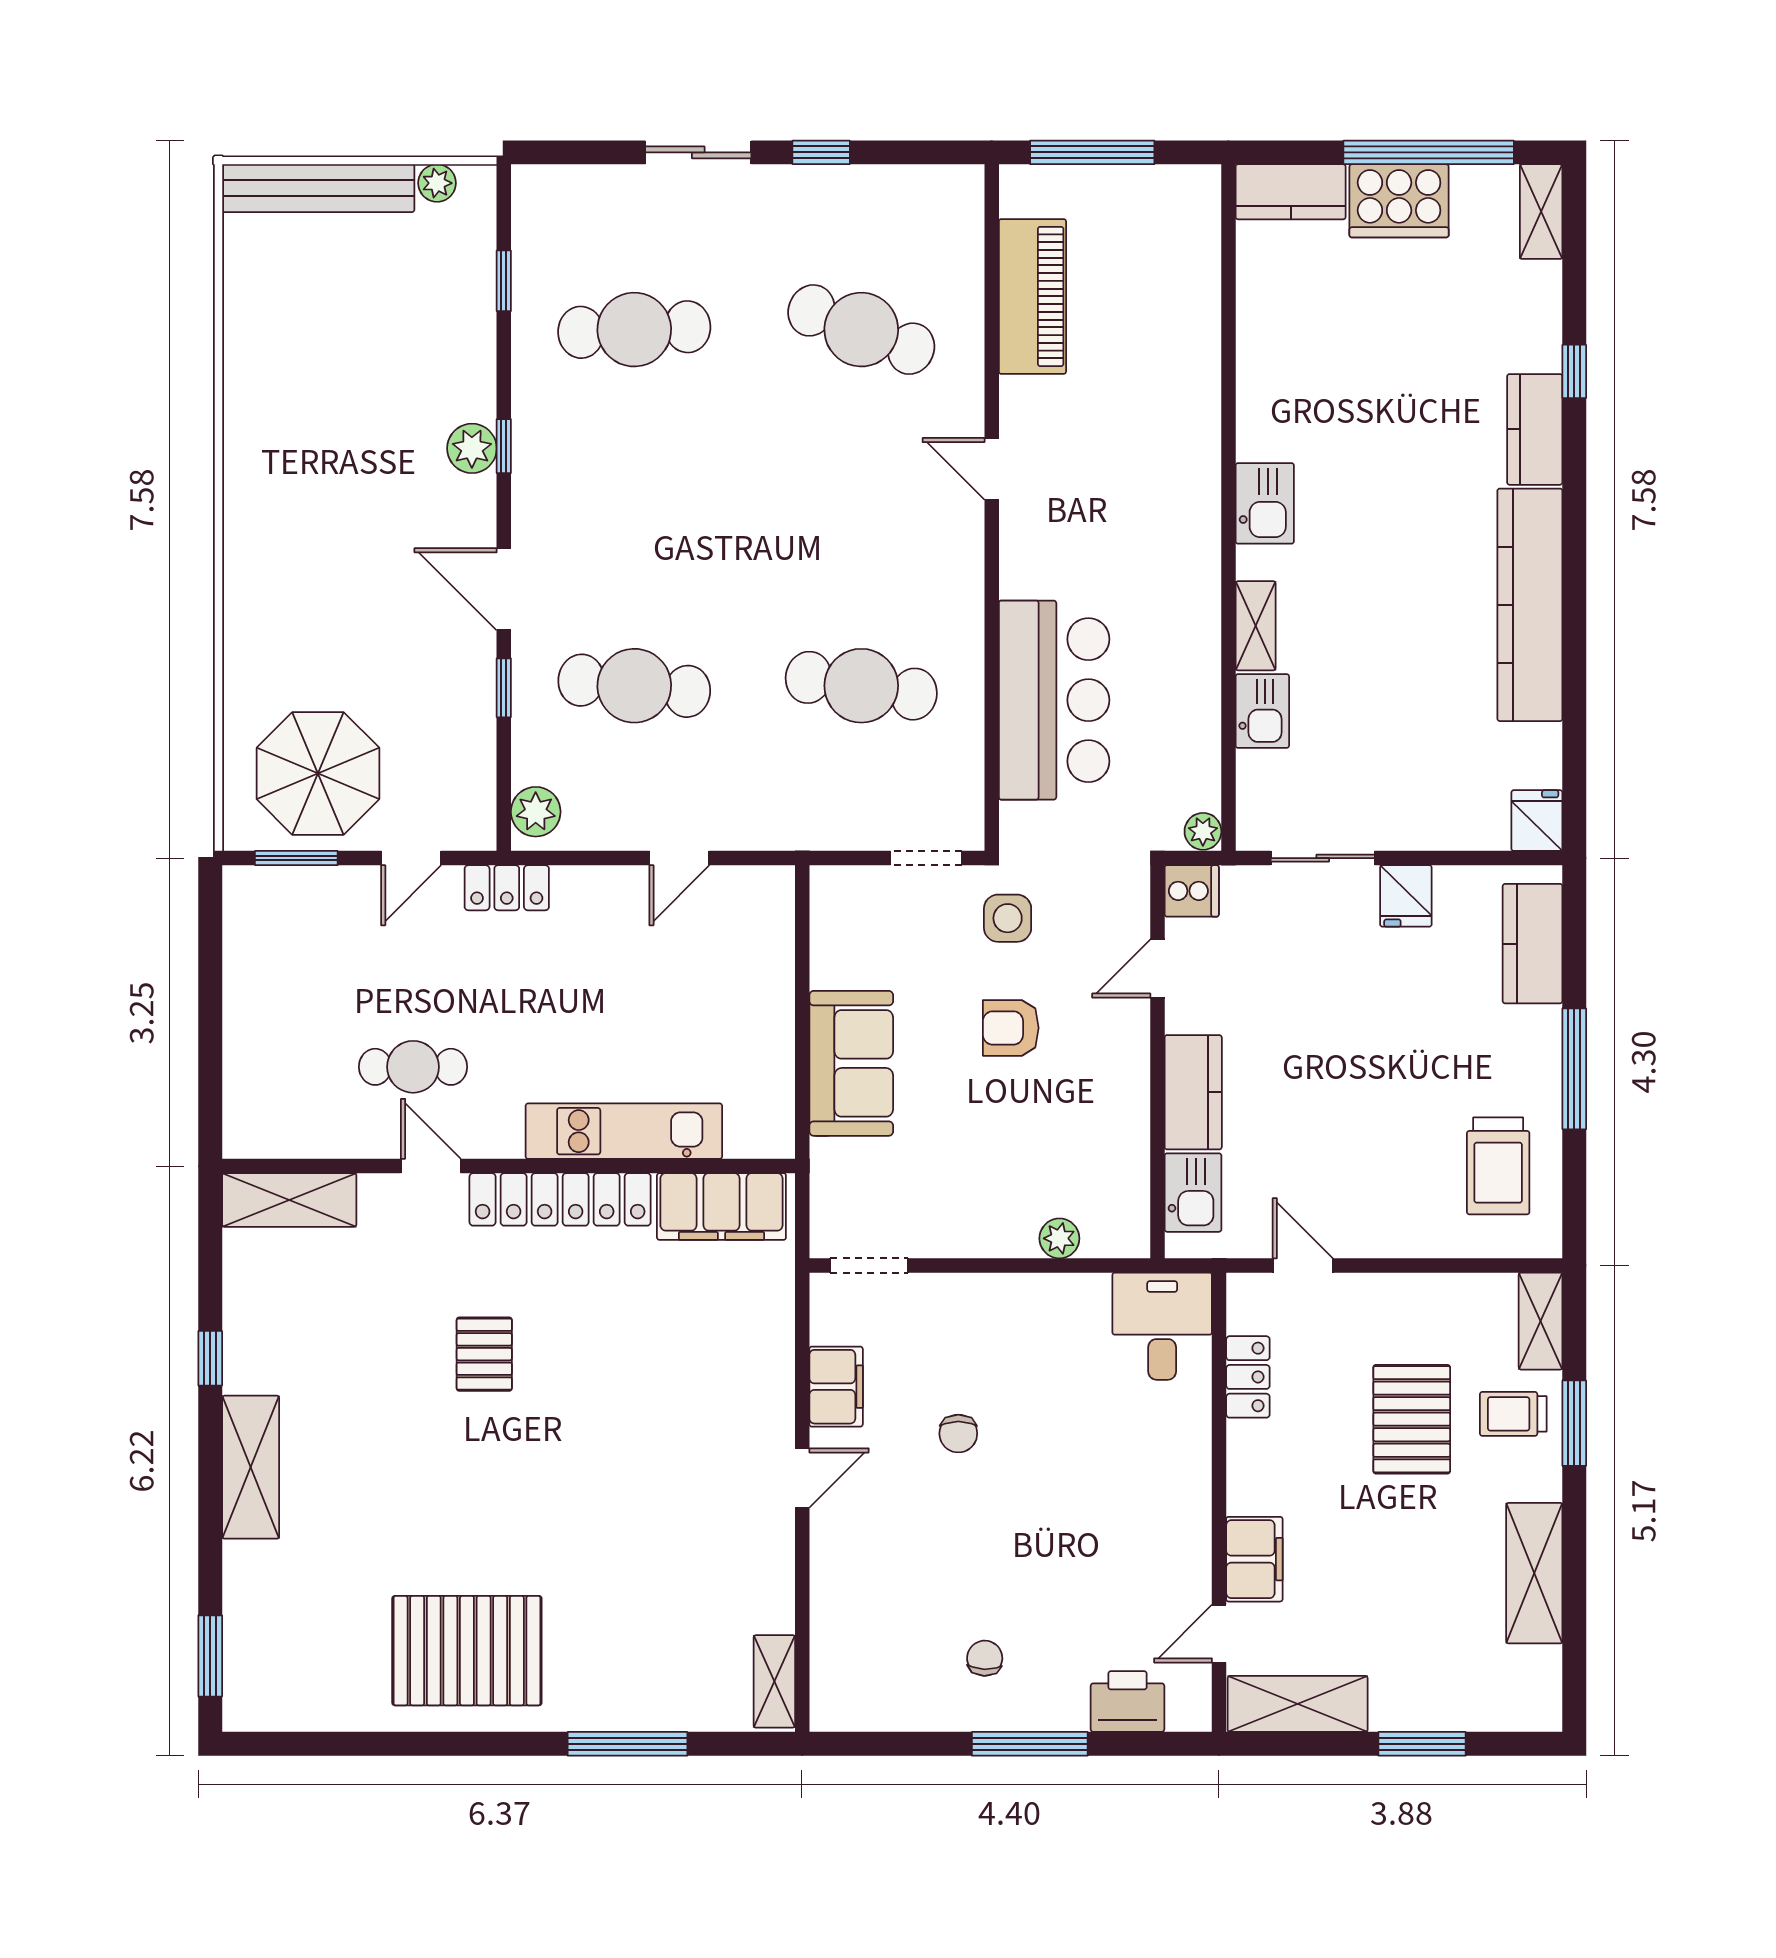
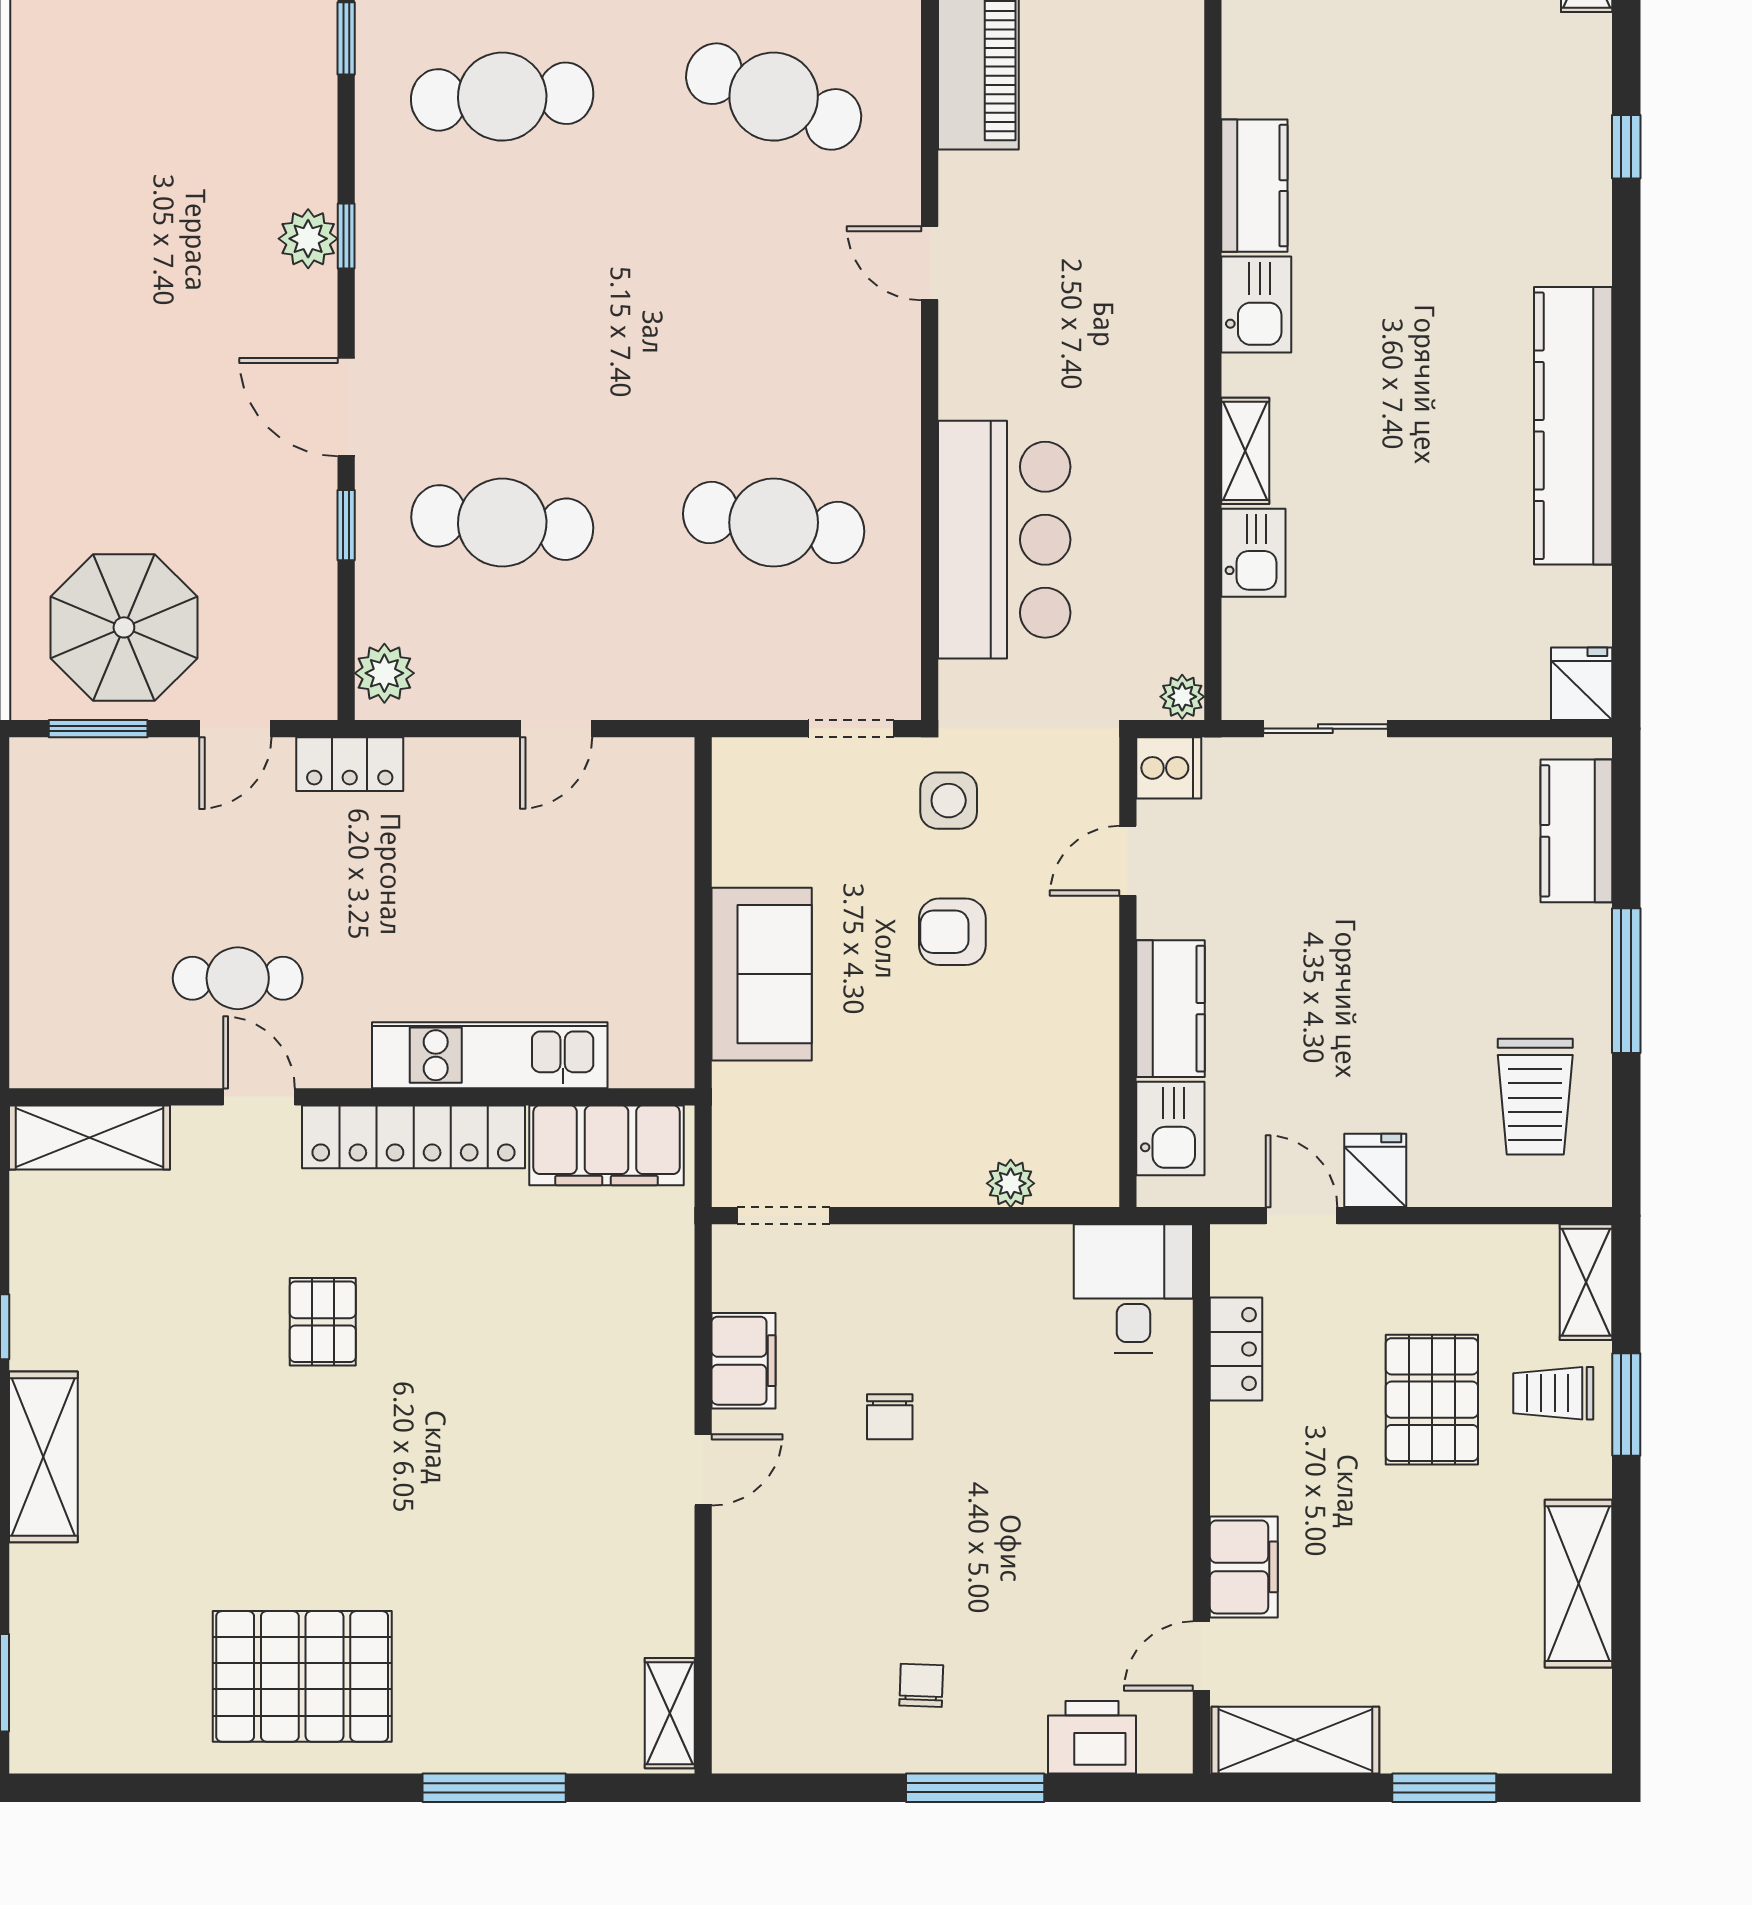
kitchen counter: (1535, 429) -> (1254, 186), moved, turned 180
fridge: (1406, 896) -> (1375, 1170), moved, turned 180

